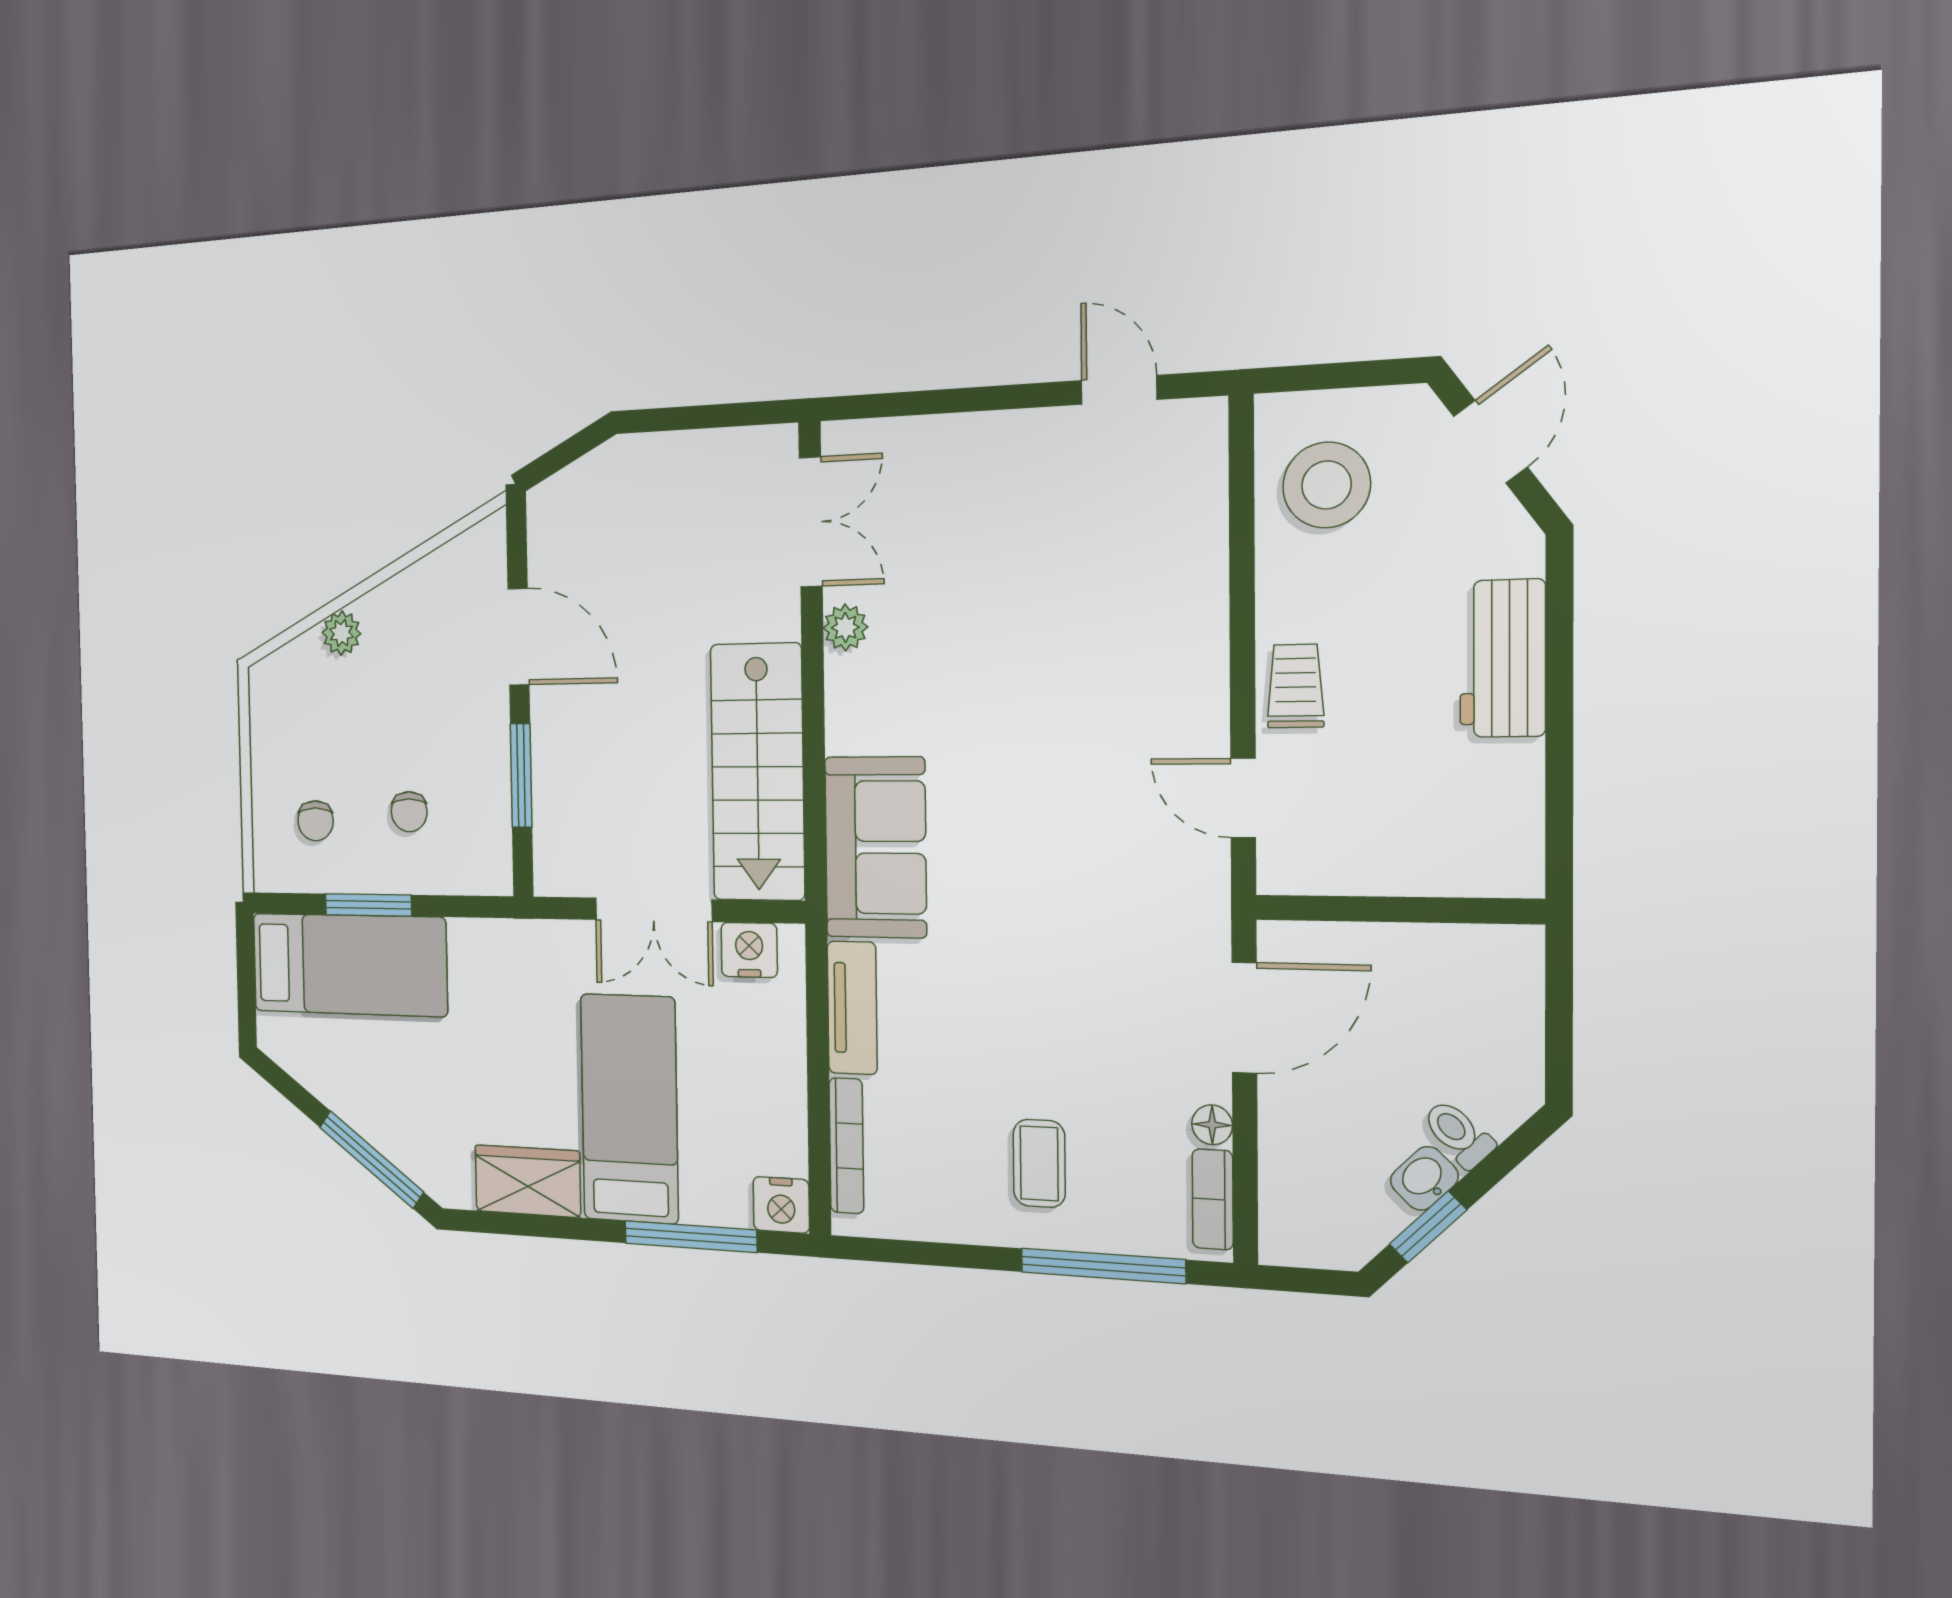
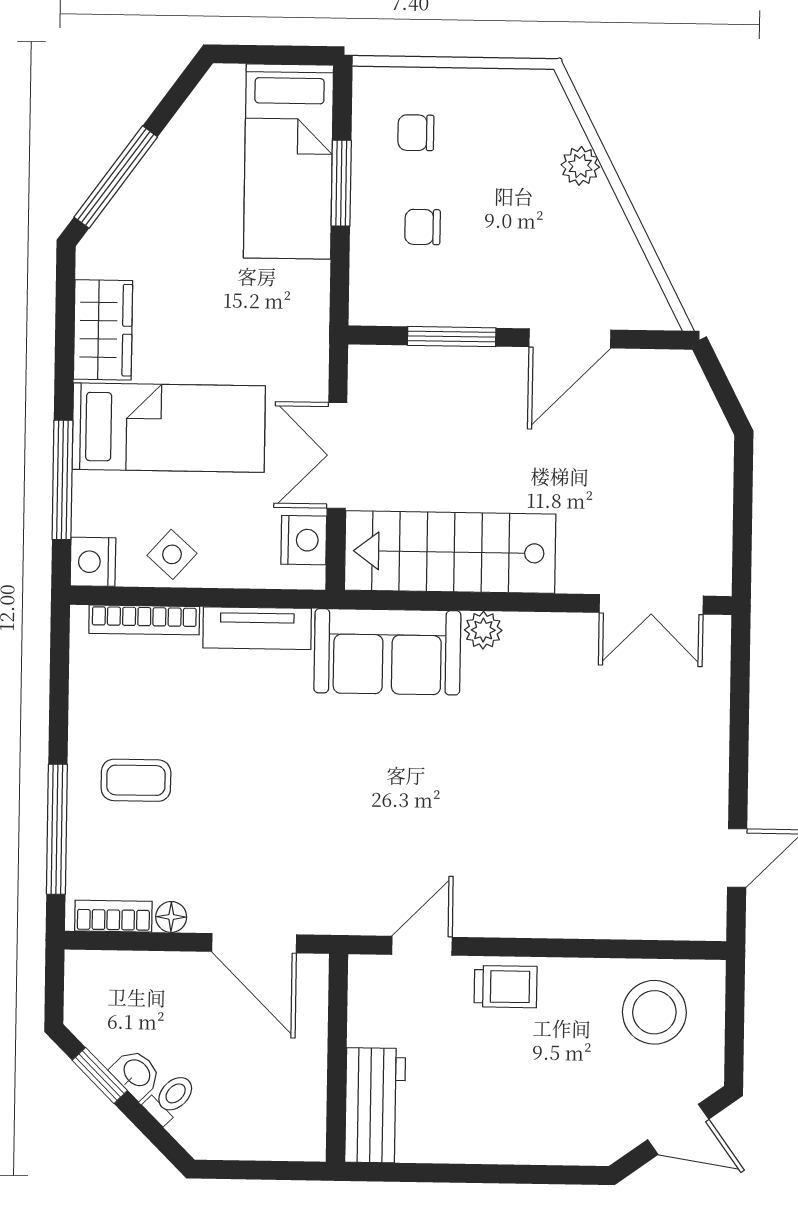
plant: (845, 627) -> (483, 630), moved
workbench: (1503, 658) -> (375, 1105), moved, turned 90
side table: (770, 1109) -> (172, 554), added

